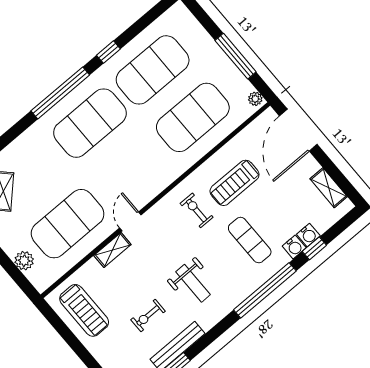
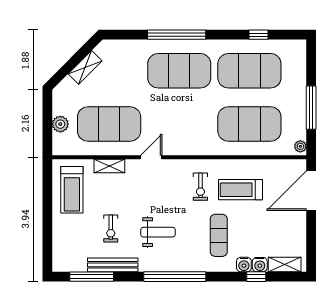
window: (108, 52) -> (259, 35), moved
shelving: (329, 188) -> (285, 265), moved, turned 90
exercise bike: (197, 210) -> (200, 187), turned 180
shelving: (112, 250) -> (109, 166), moved
weight bench: (193, 283) -> (158, 232), turned -90
window: (265, 290) -> (175, 277), moved
exercise bike: (148, 316) -> (111, 228), turned -90

